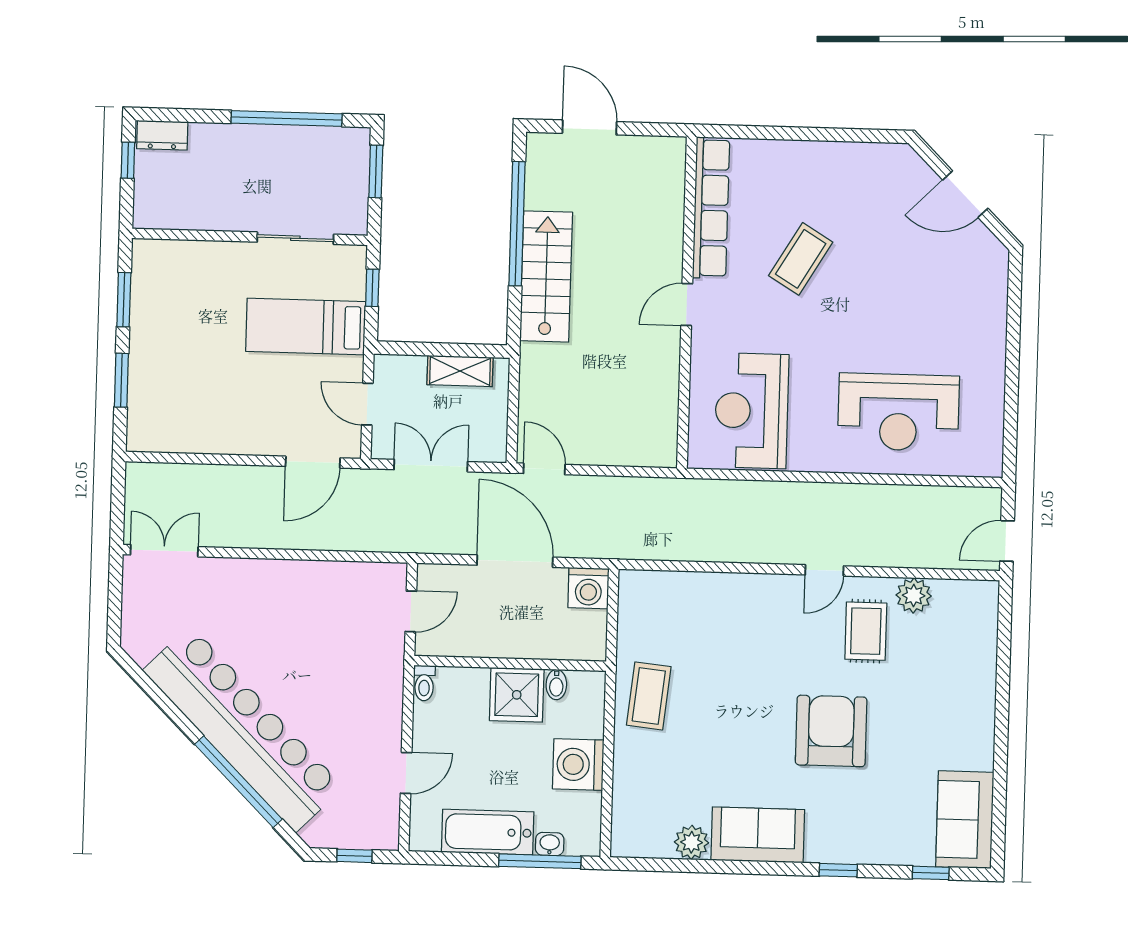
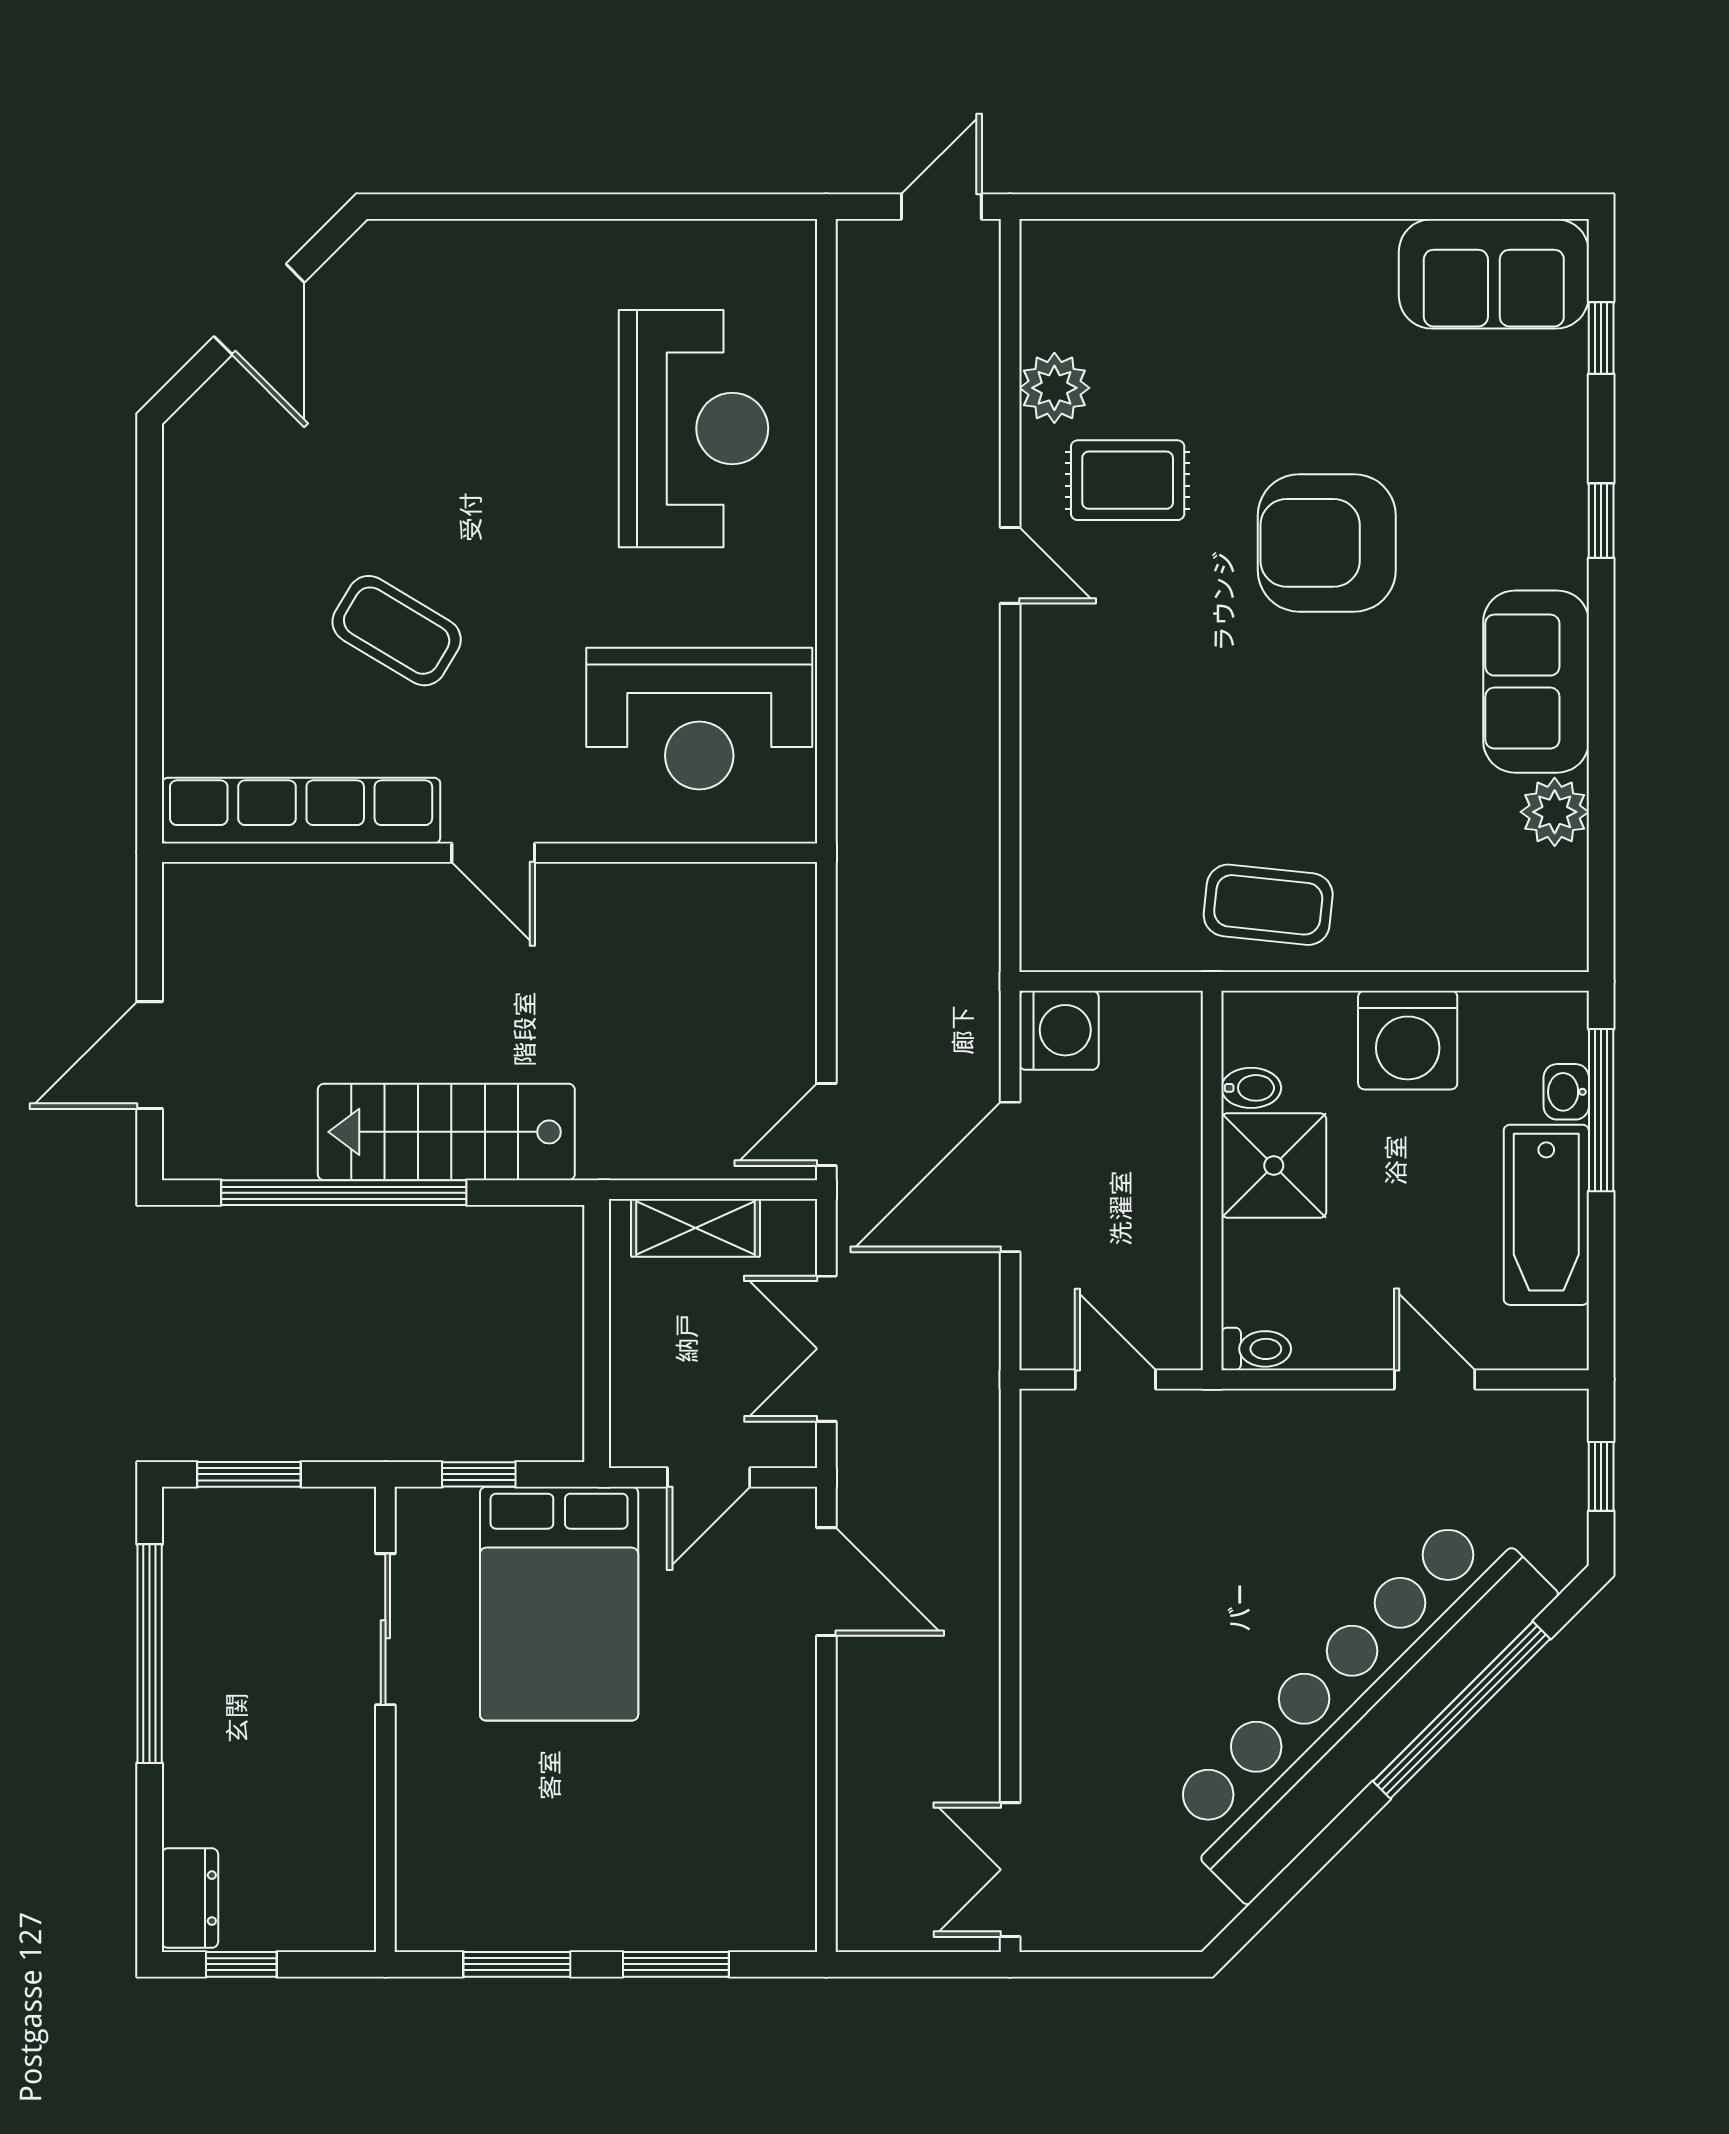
bed: (306, 326) -> (559, 1604), width x1.50
shelving: (460, 371) -> (695, 1228), moved, turned 90
door: (1007, 541) -> (941, 207), swing flipped

